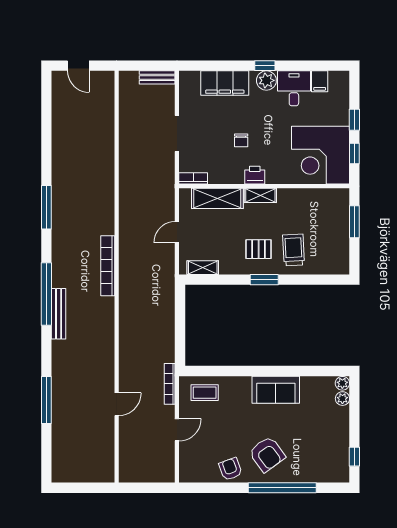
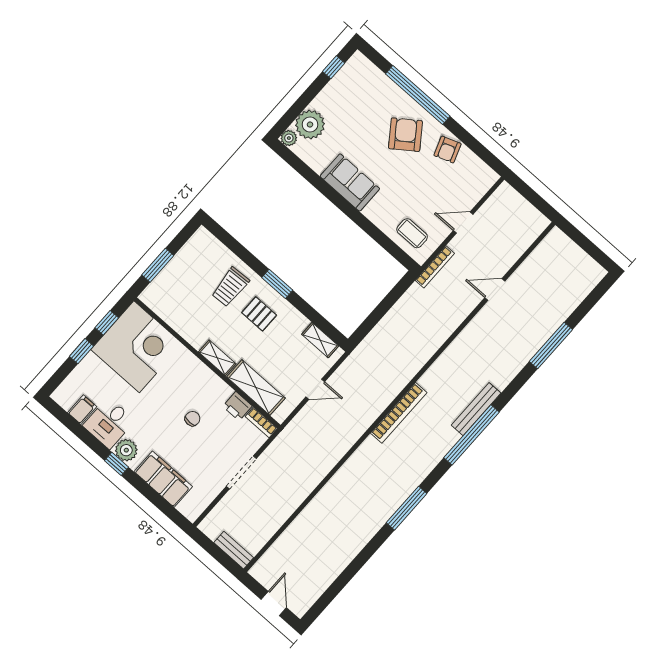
bench: (157, 77) -> (234, 550), moved
printer: (255, 175) -> (237, 406), moved
plant: (342, 399) -> (310, 125), width x1.88, depth x1.88

